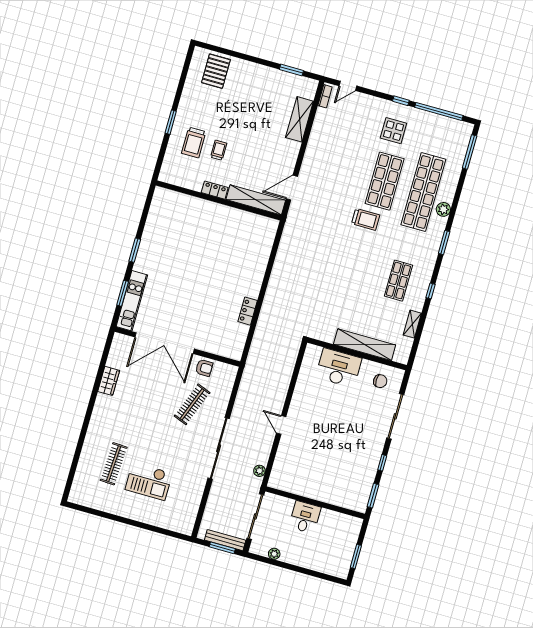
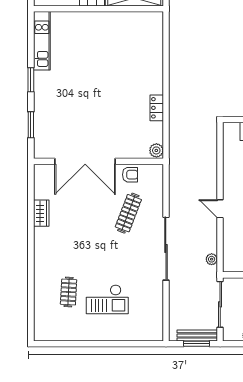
kitchen unit: (132, 301) -> (42, 41), moved
plant: (236, 352) -> (156, 150), added
clothes rail: (114, 464) -> (69, 292), width x0.73

